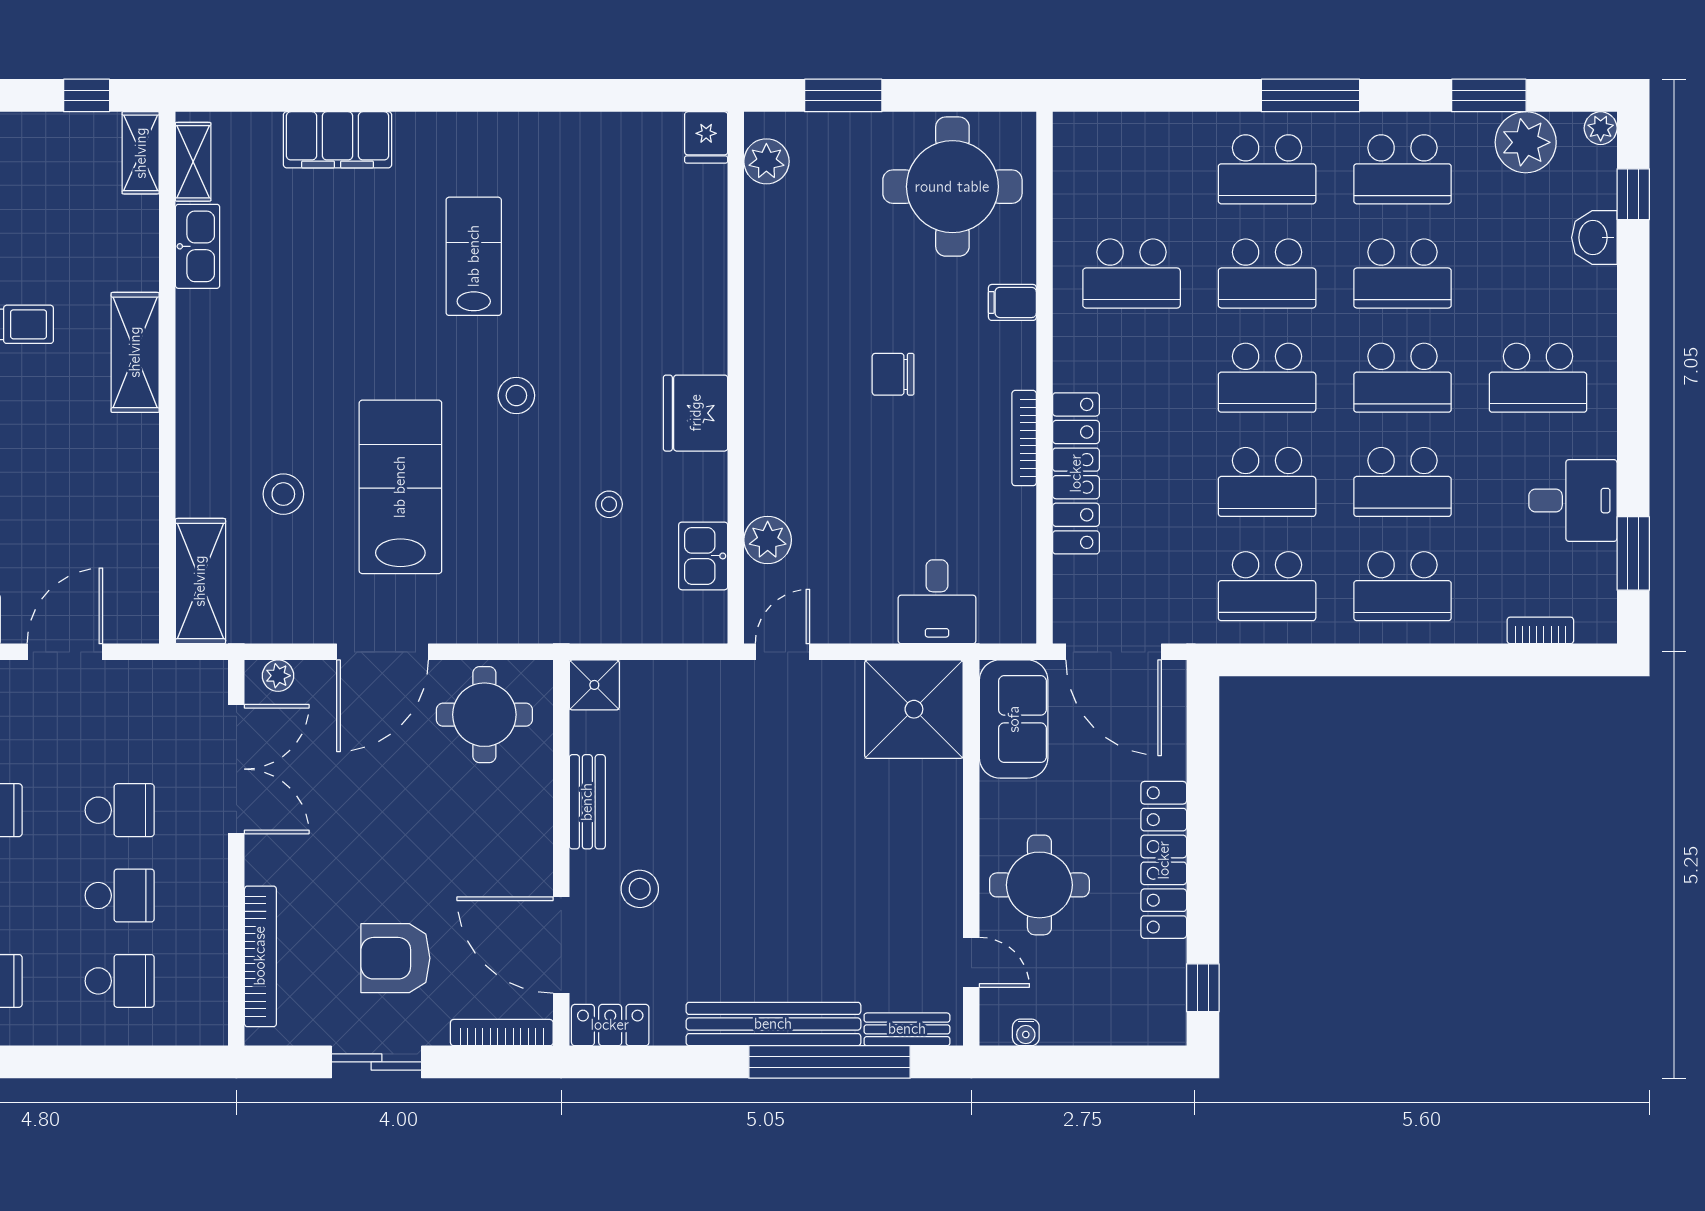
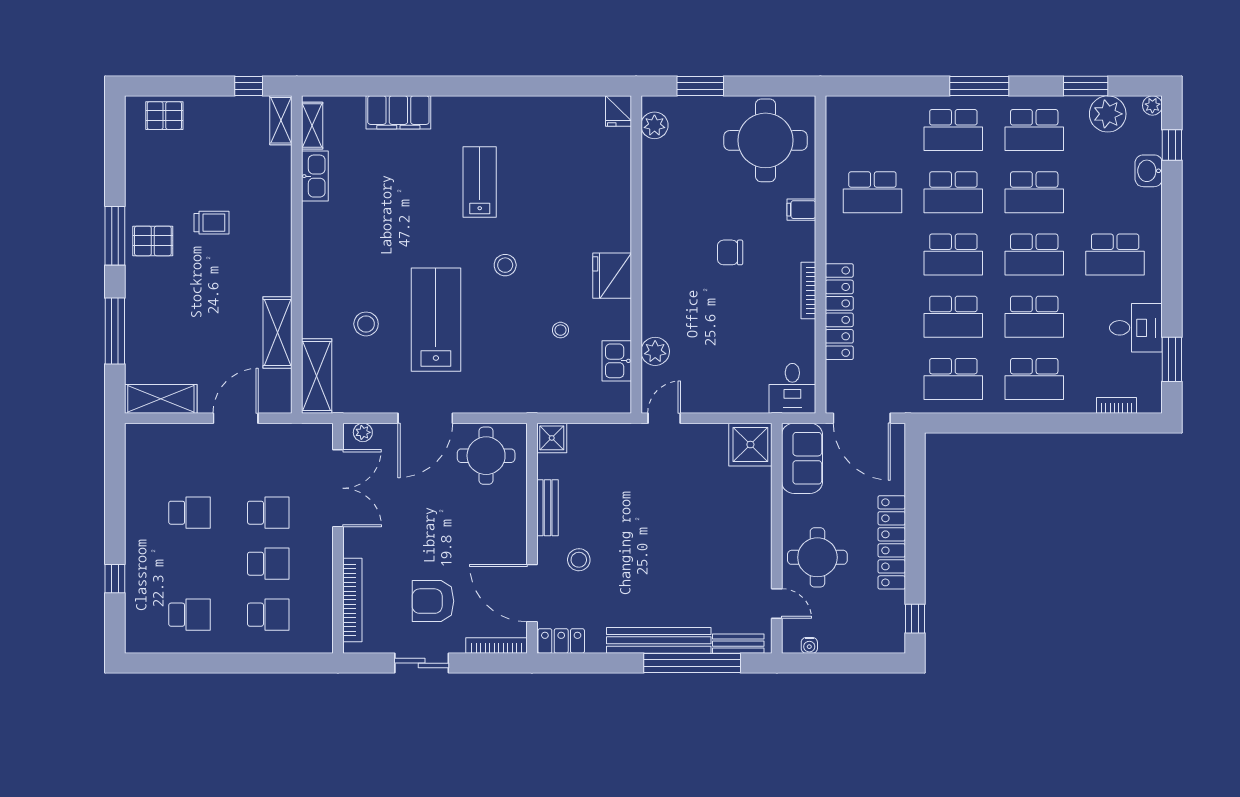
shelving: (135, 352) -> (278, 332), moved
desk: (937, 602) -> (792, 388), moved
shower: (914, 709) -> (750, 445), width x0.73, depth x0.73

